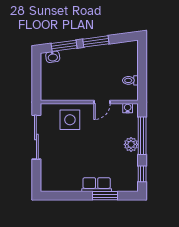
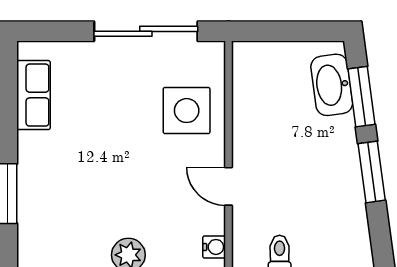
washbasin: (53, 57) -> (332, 85), width x1.91, depth x1.45
row of seats: (97, 185) -> (33, 95), moved

